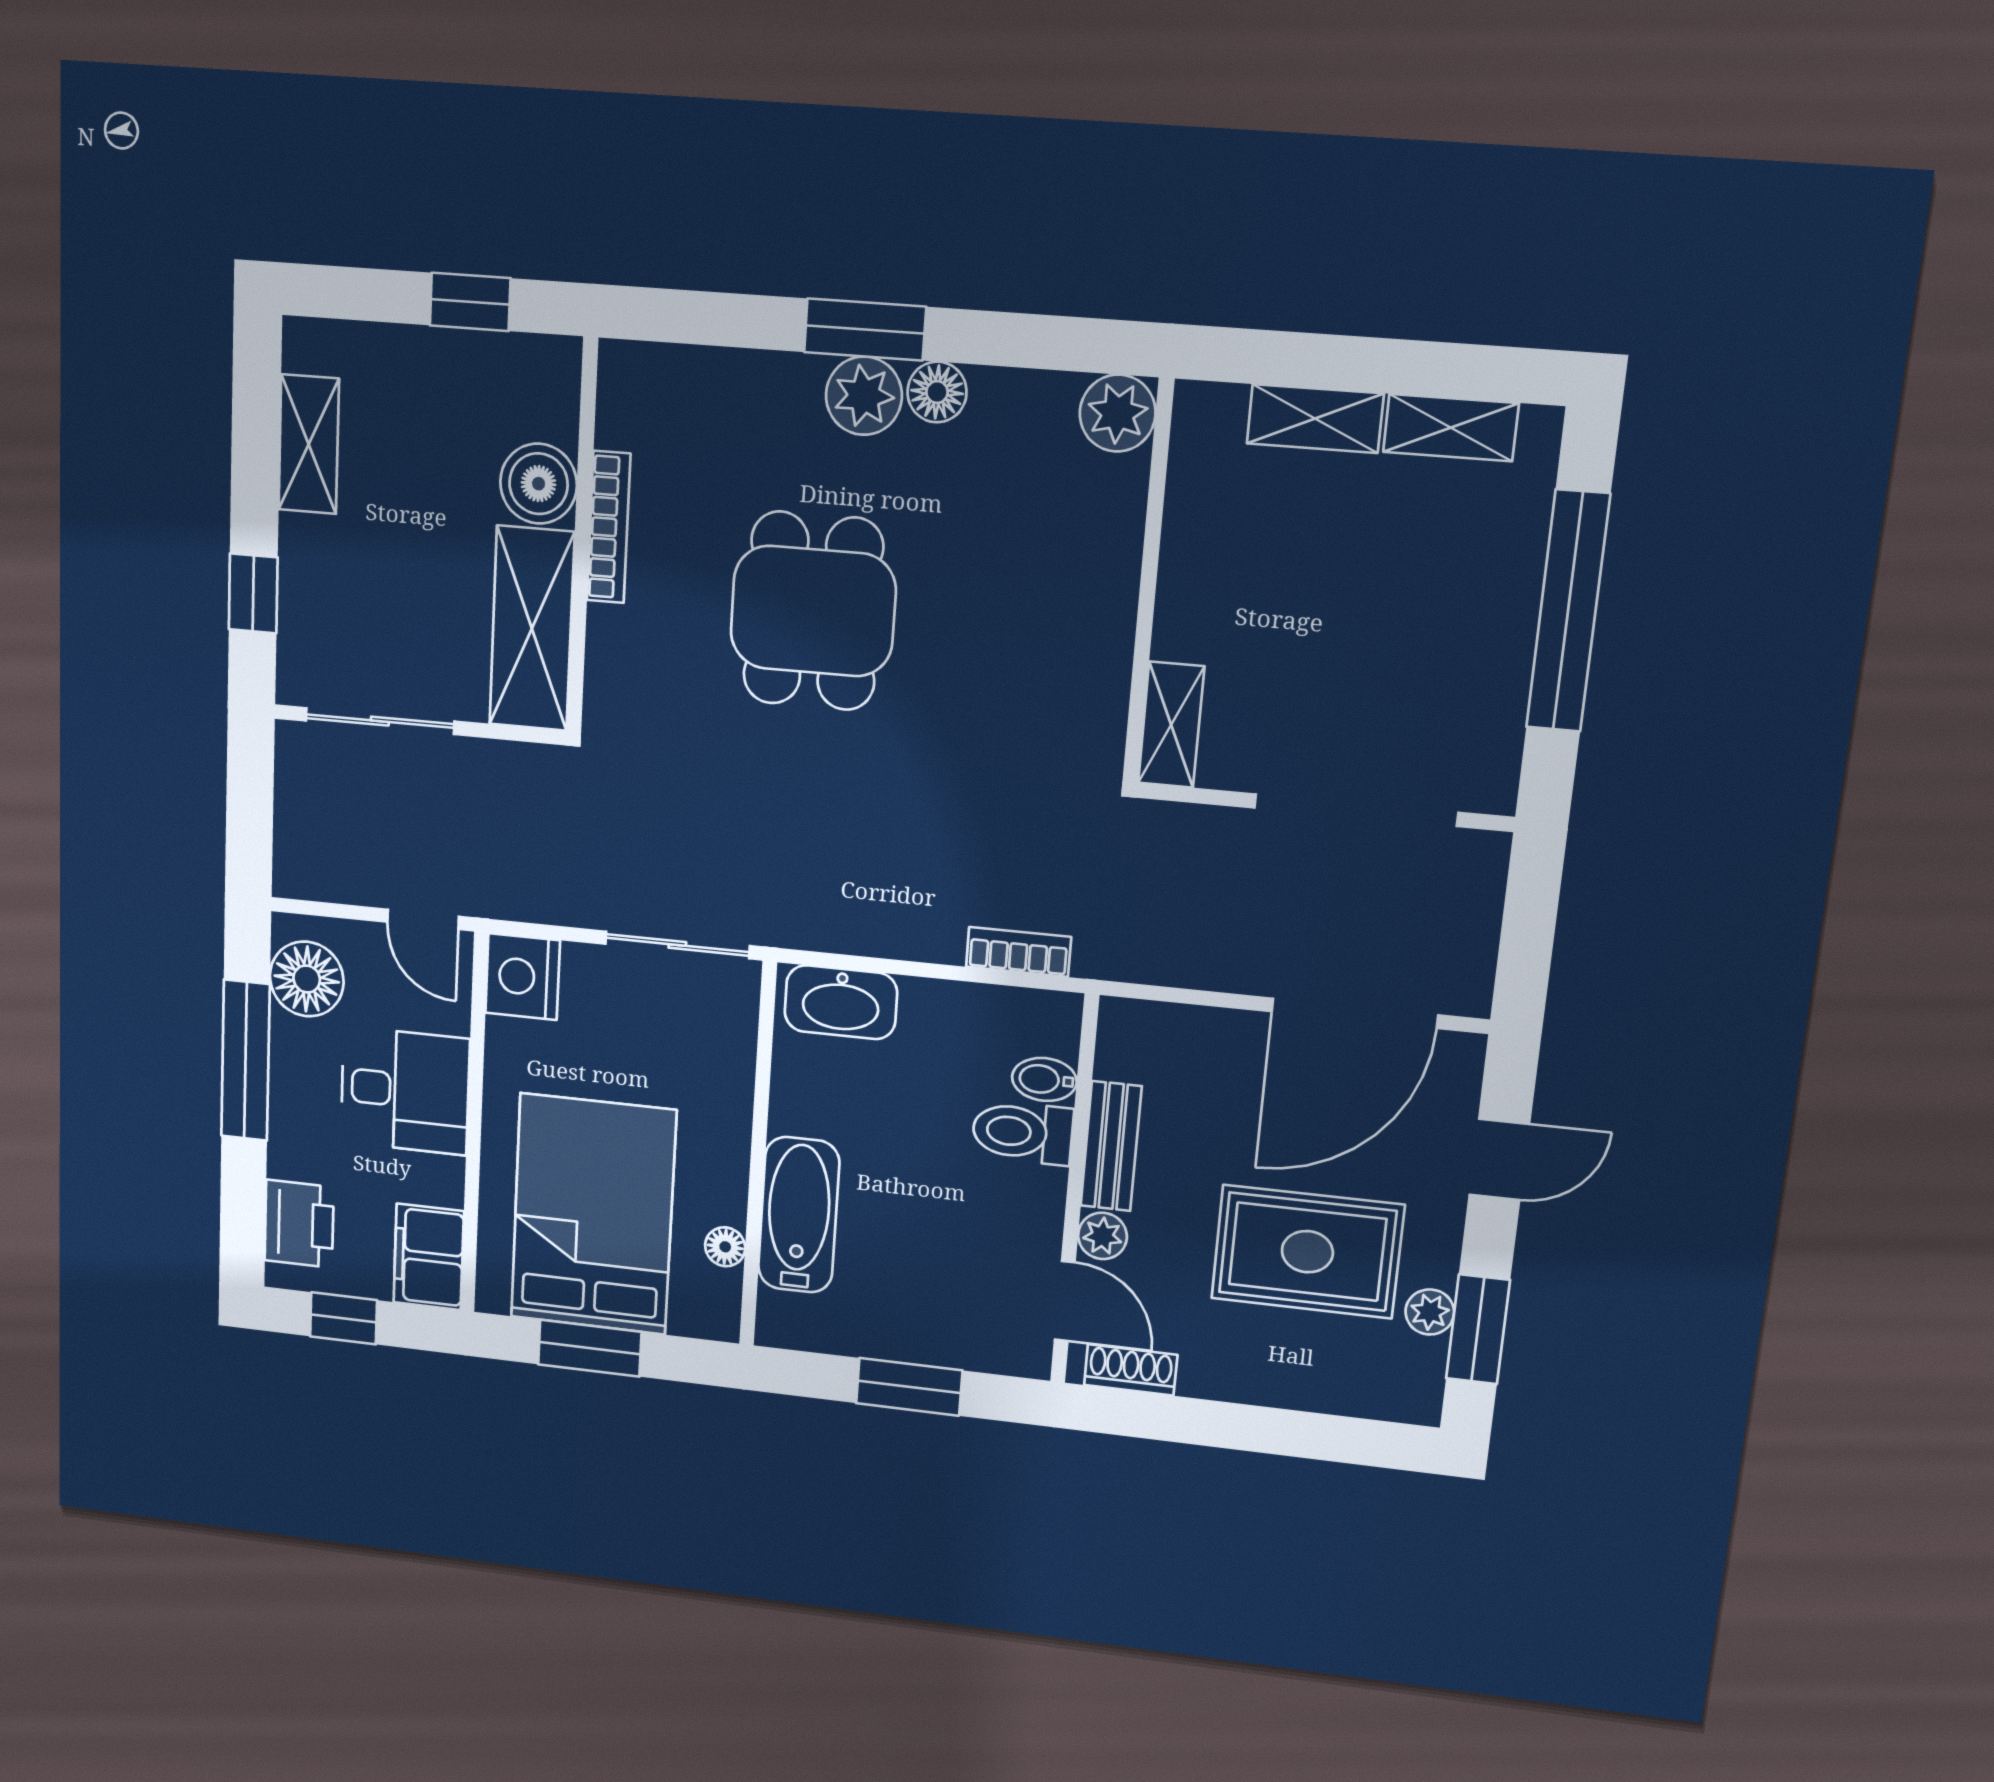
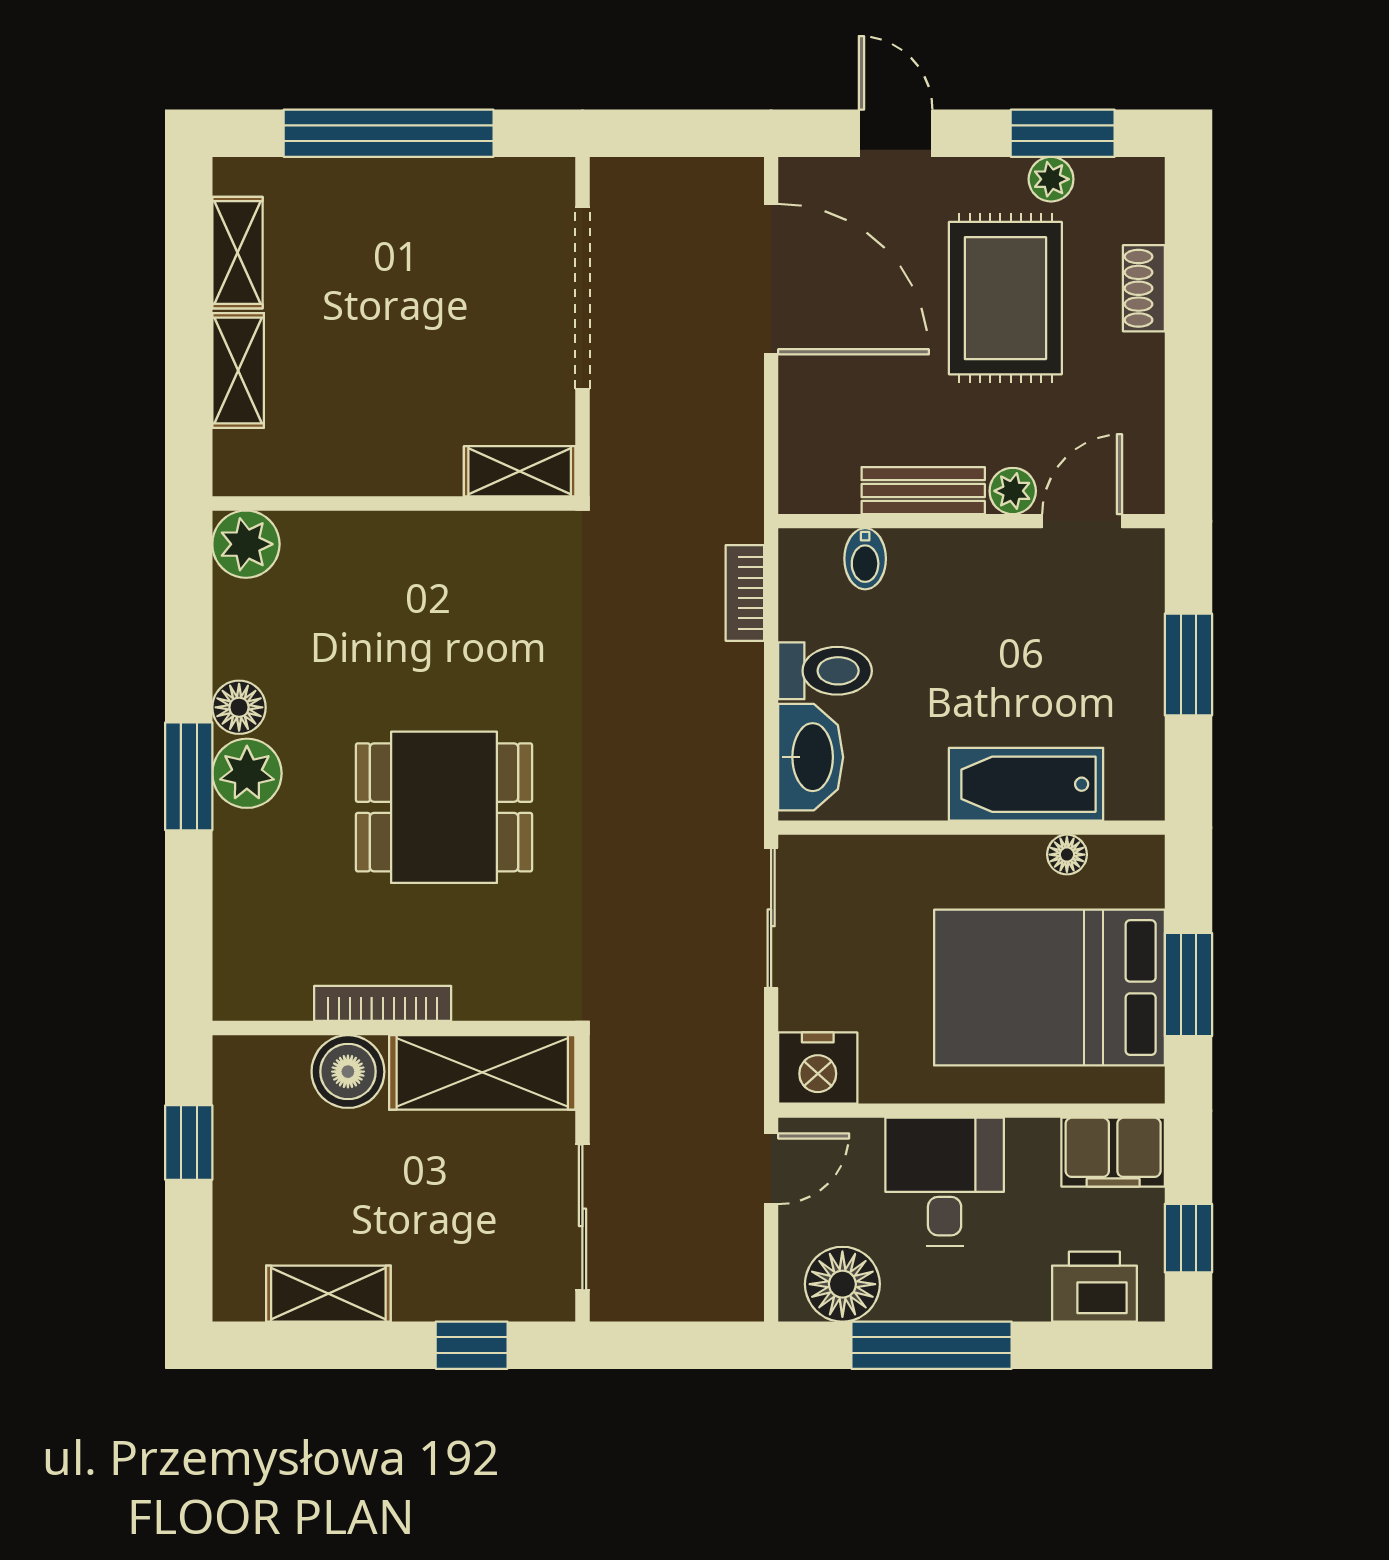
toilet: (1023, 1132) -> (825, 671), moved, turned -90
shoe rack: (1131, 1370) -> (1144, 288), moved

